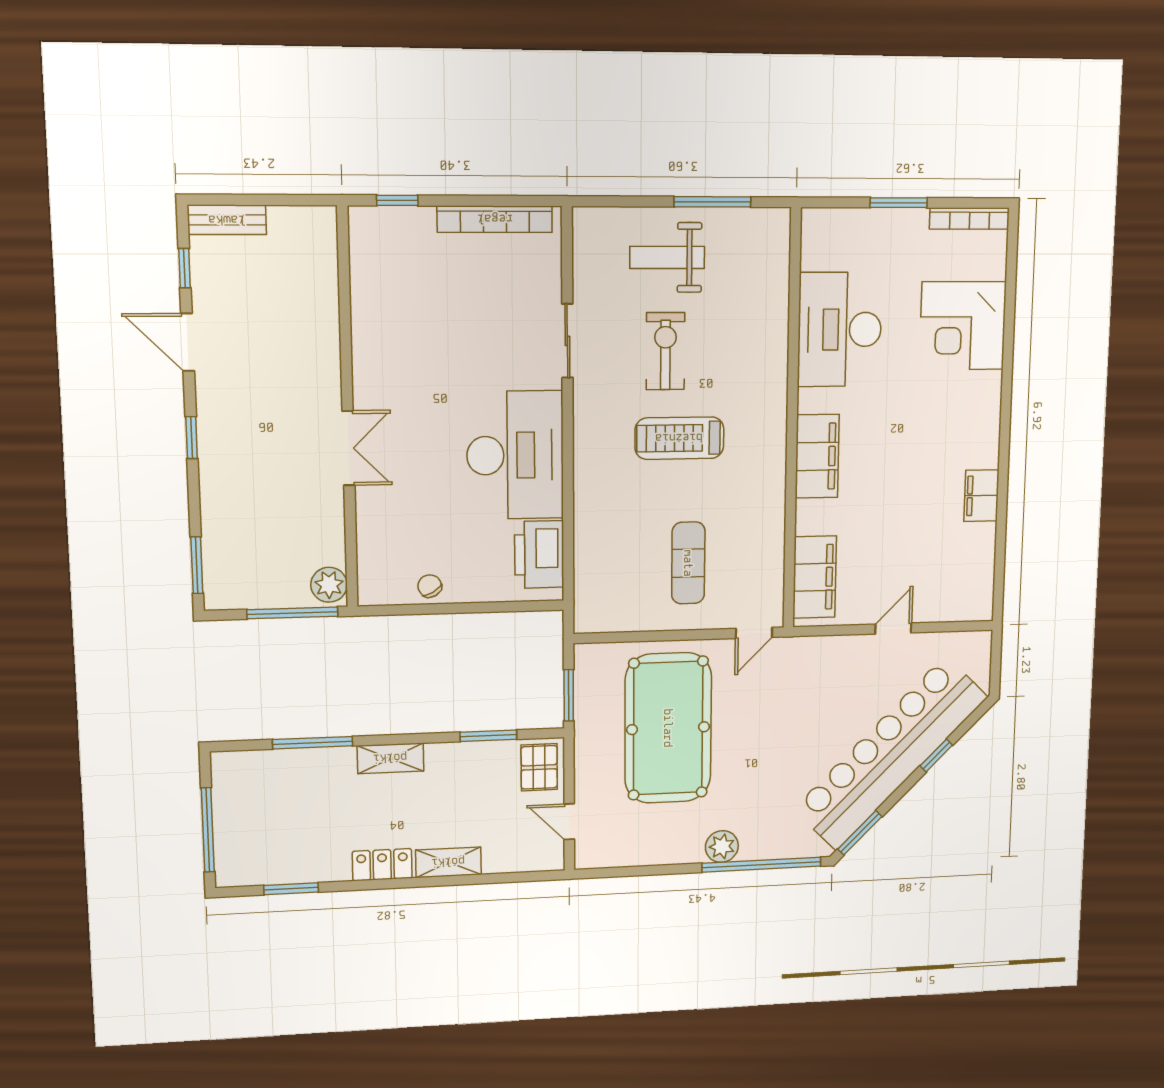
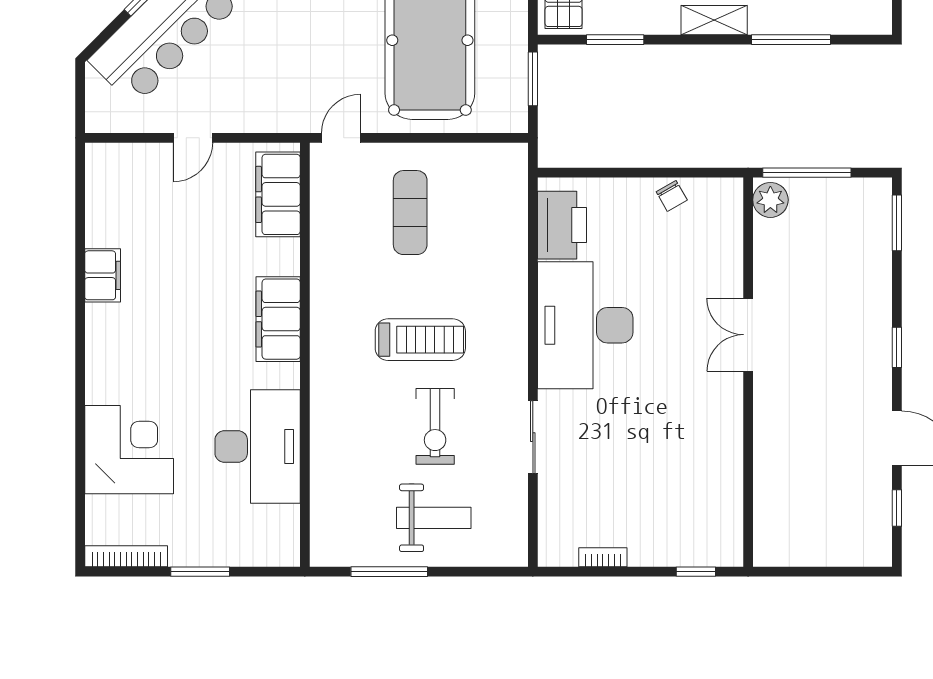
bookcase: (495, 219) -> (603, 557), width x0.43, depth x0.76
bench: (227, 220) -> (856, 553), removed

